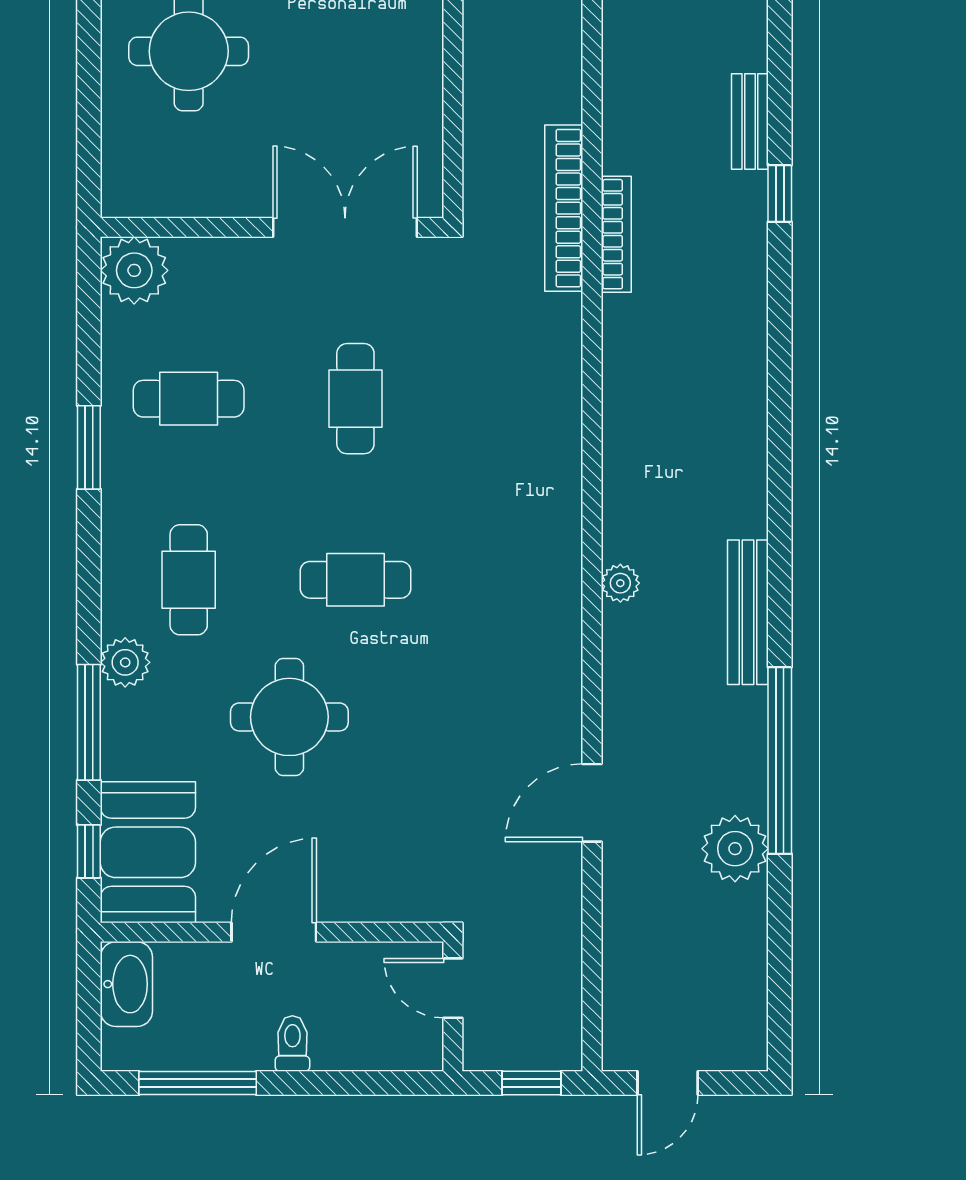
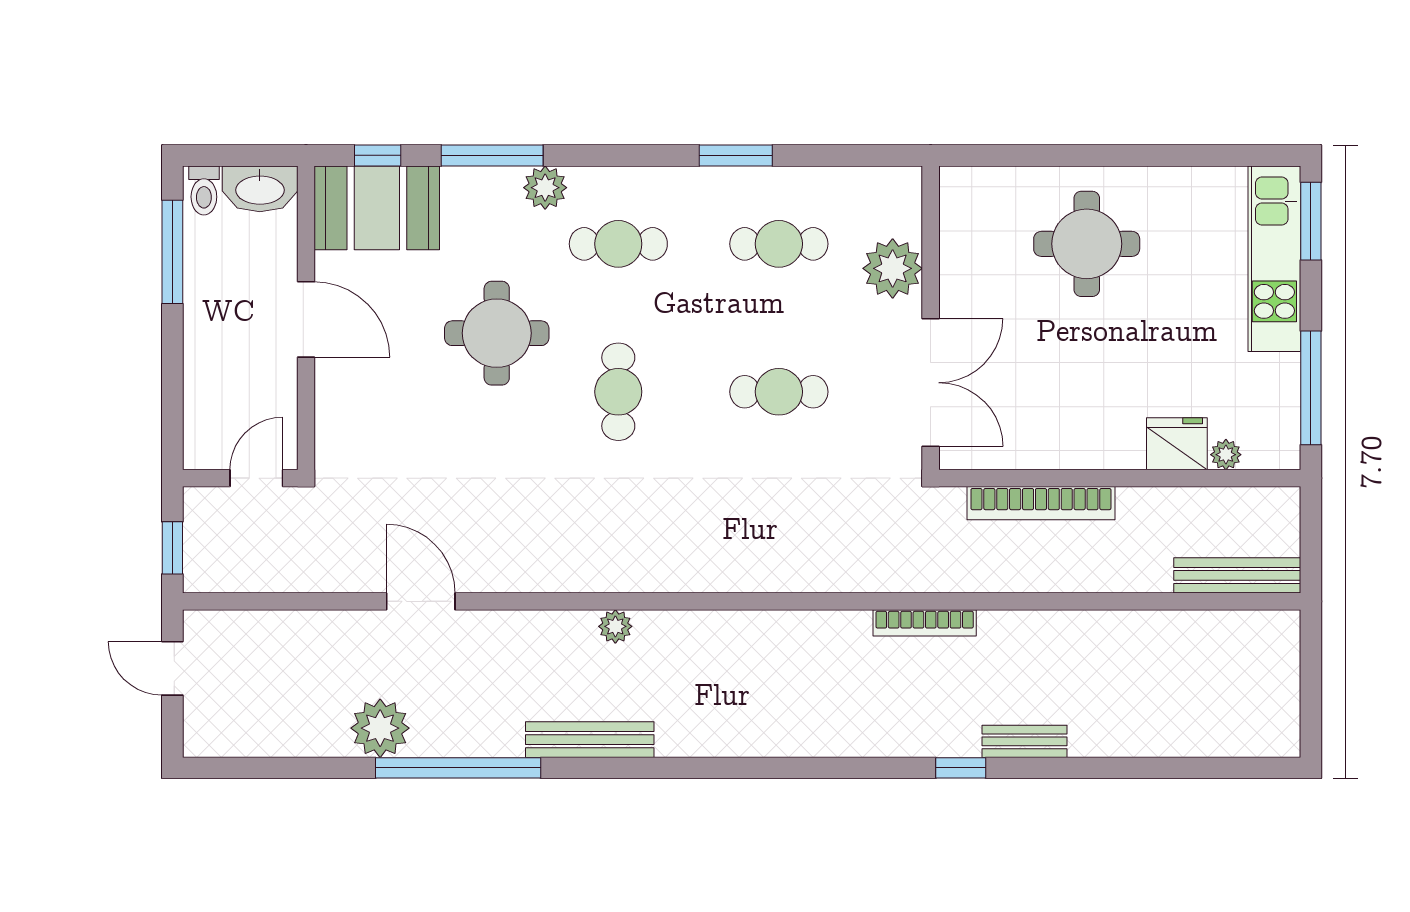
bookcase: (564, 208) -> (1041, 503), moved, turned 180
plant: (134, 270) -> (893, 268), moved
cafe table: (189, 399) -> (779, 244), turned 90
toilet: (292, 1044) -> (204, 190), moved, turned 90

